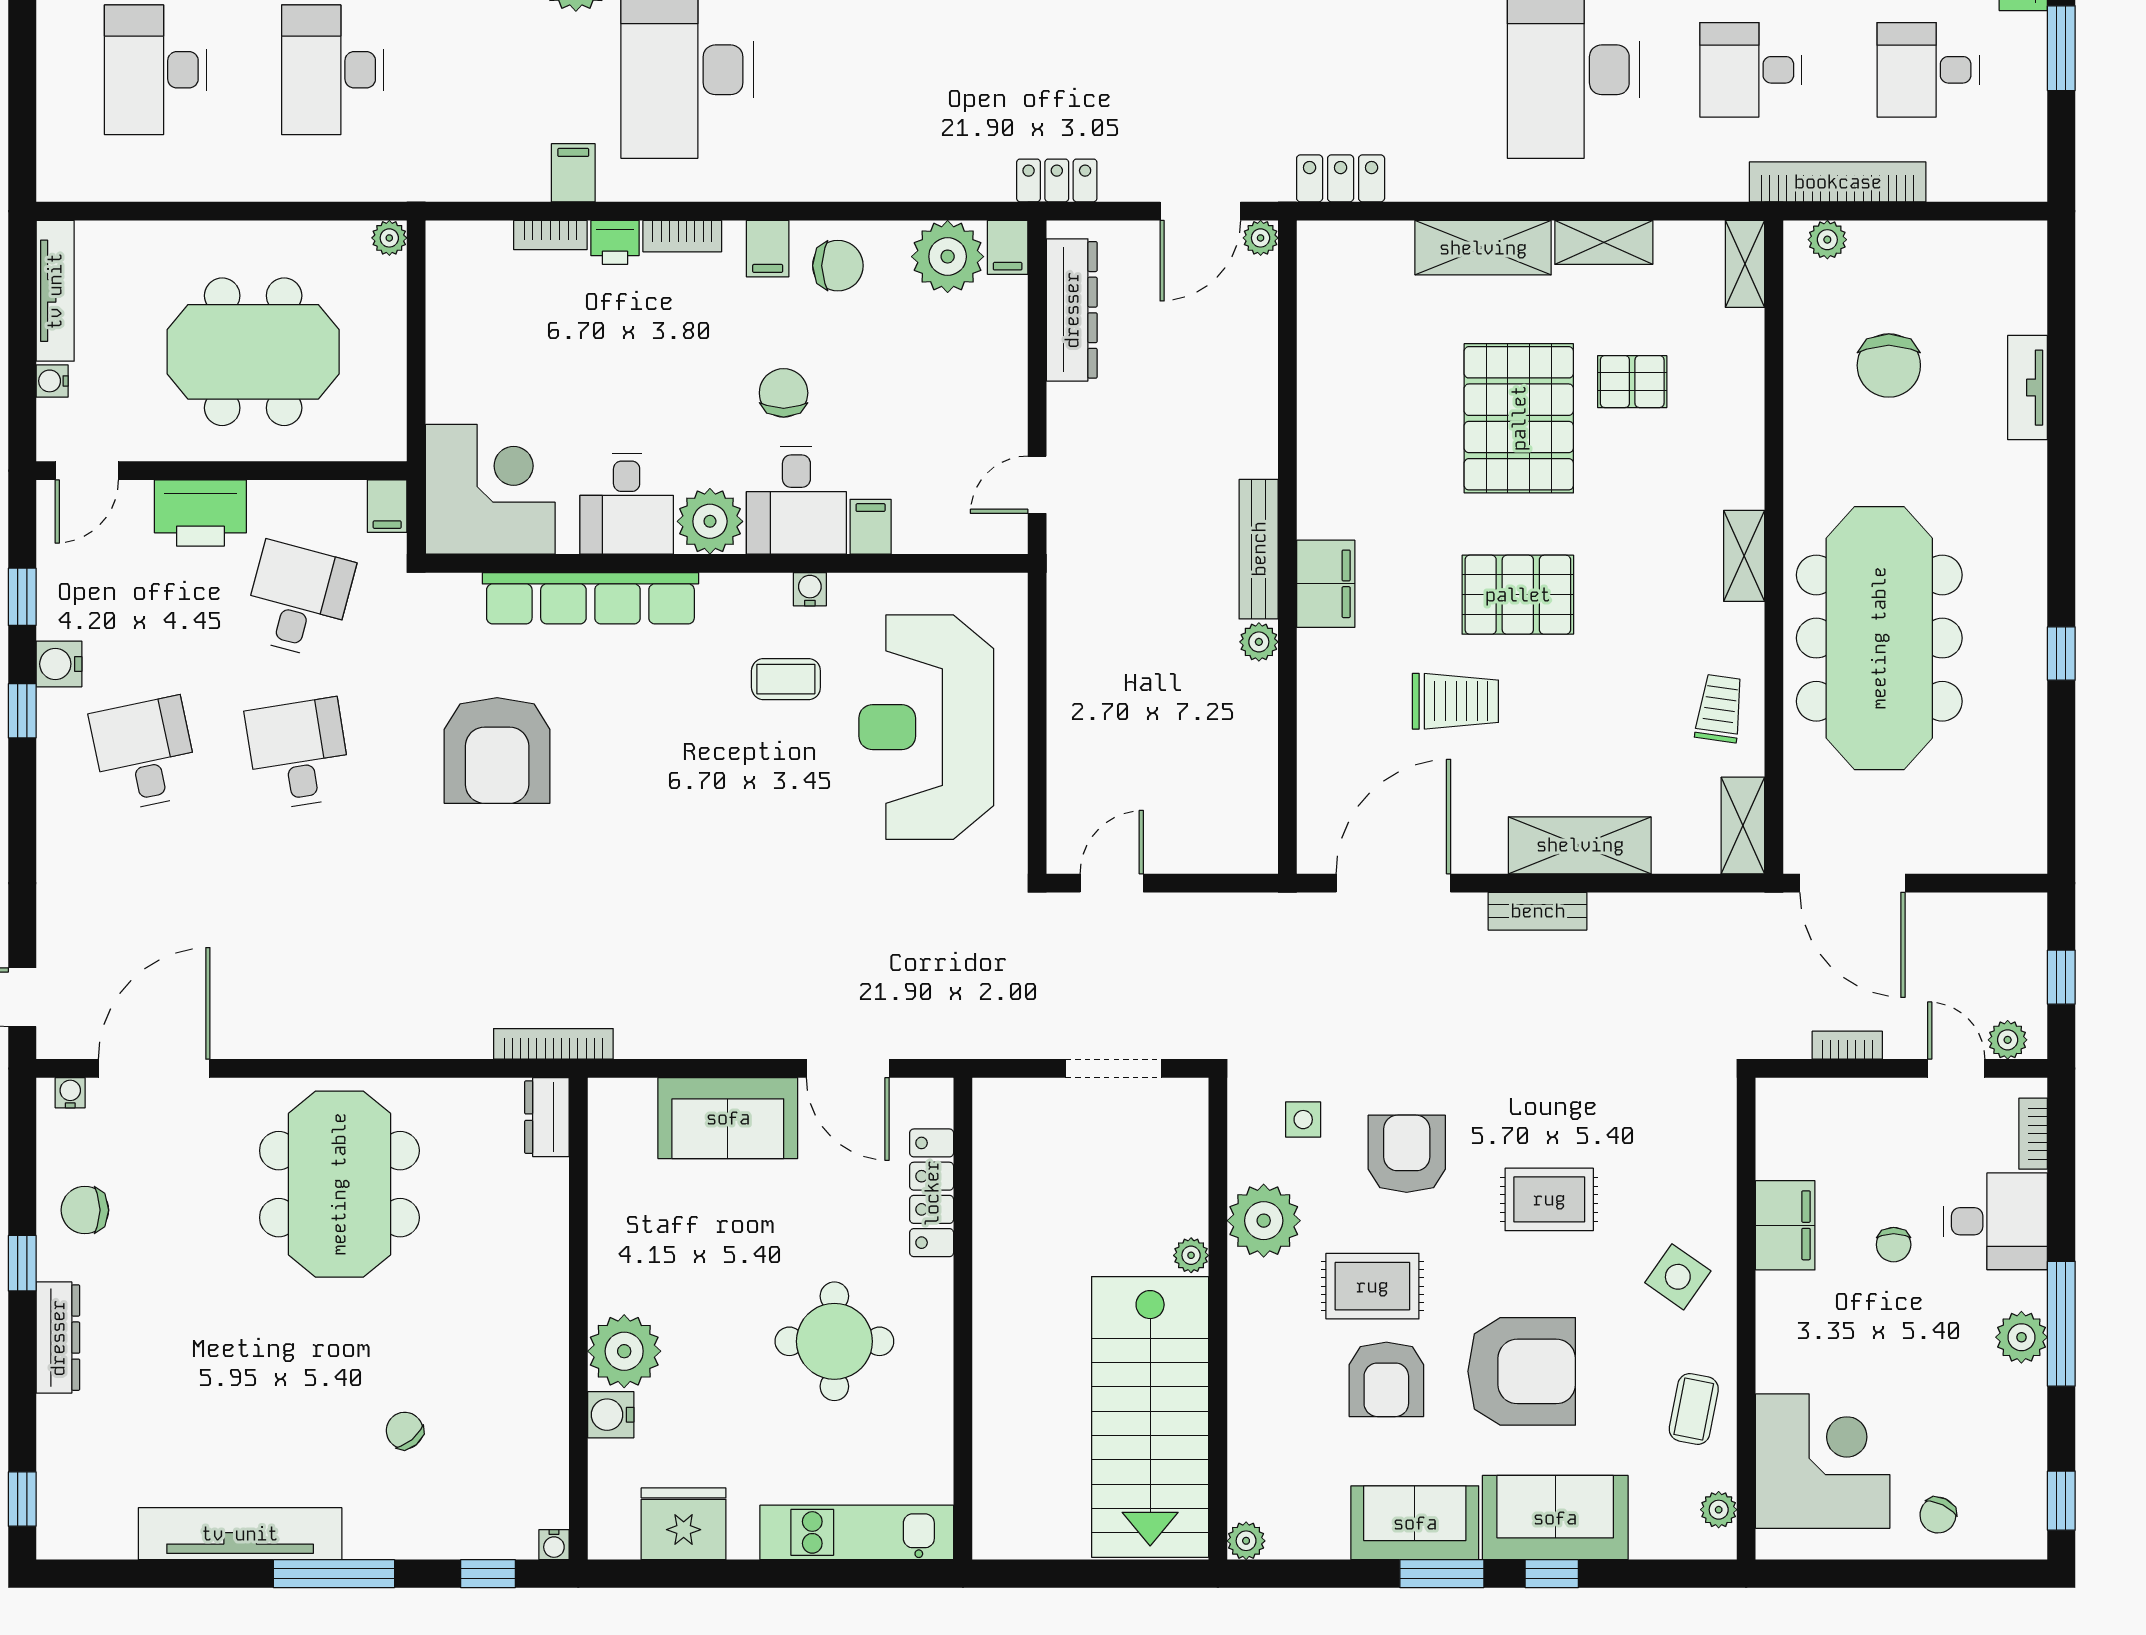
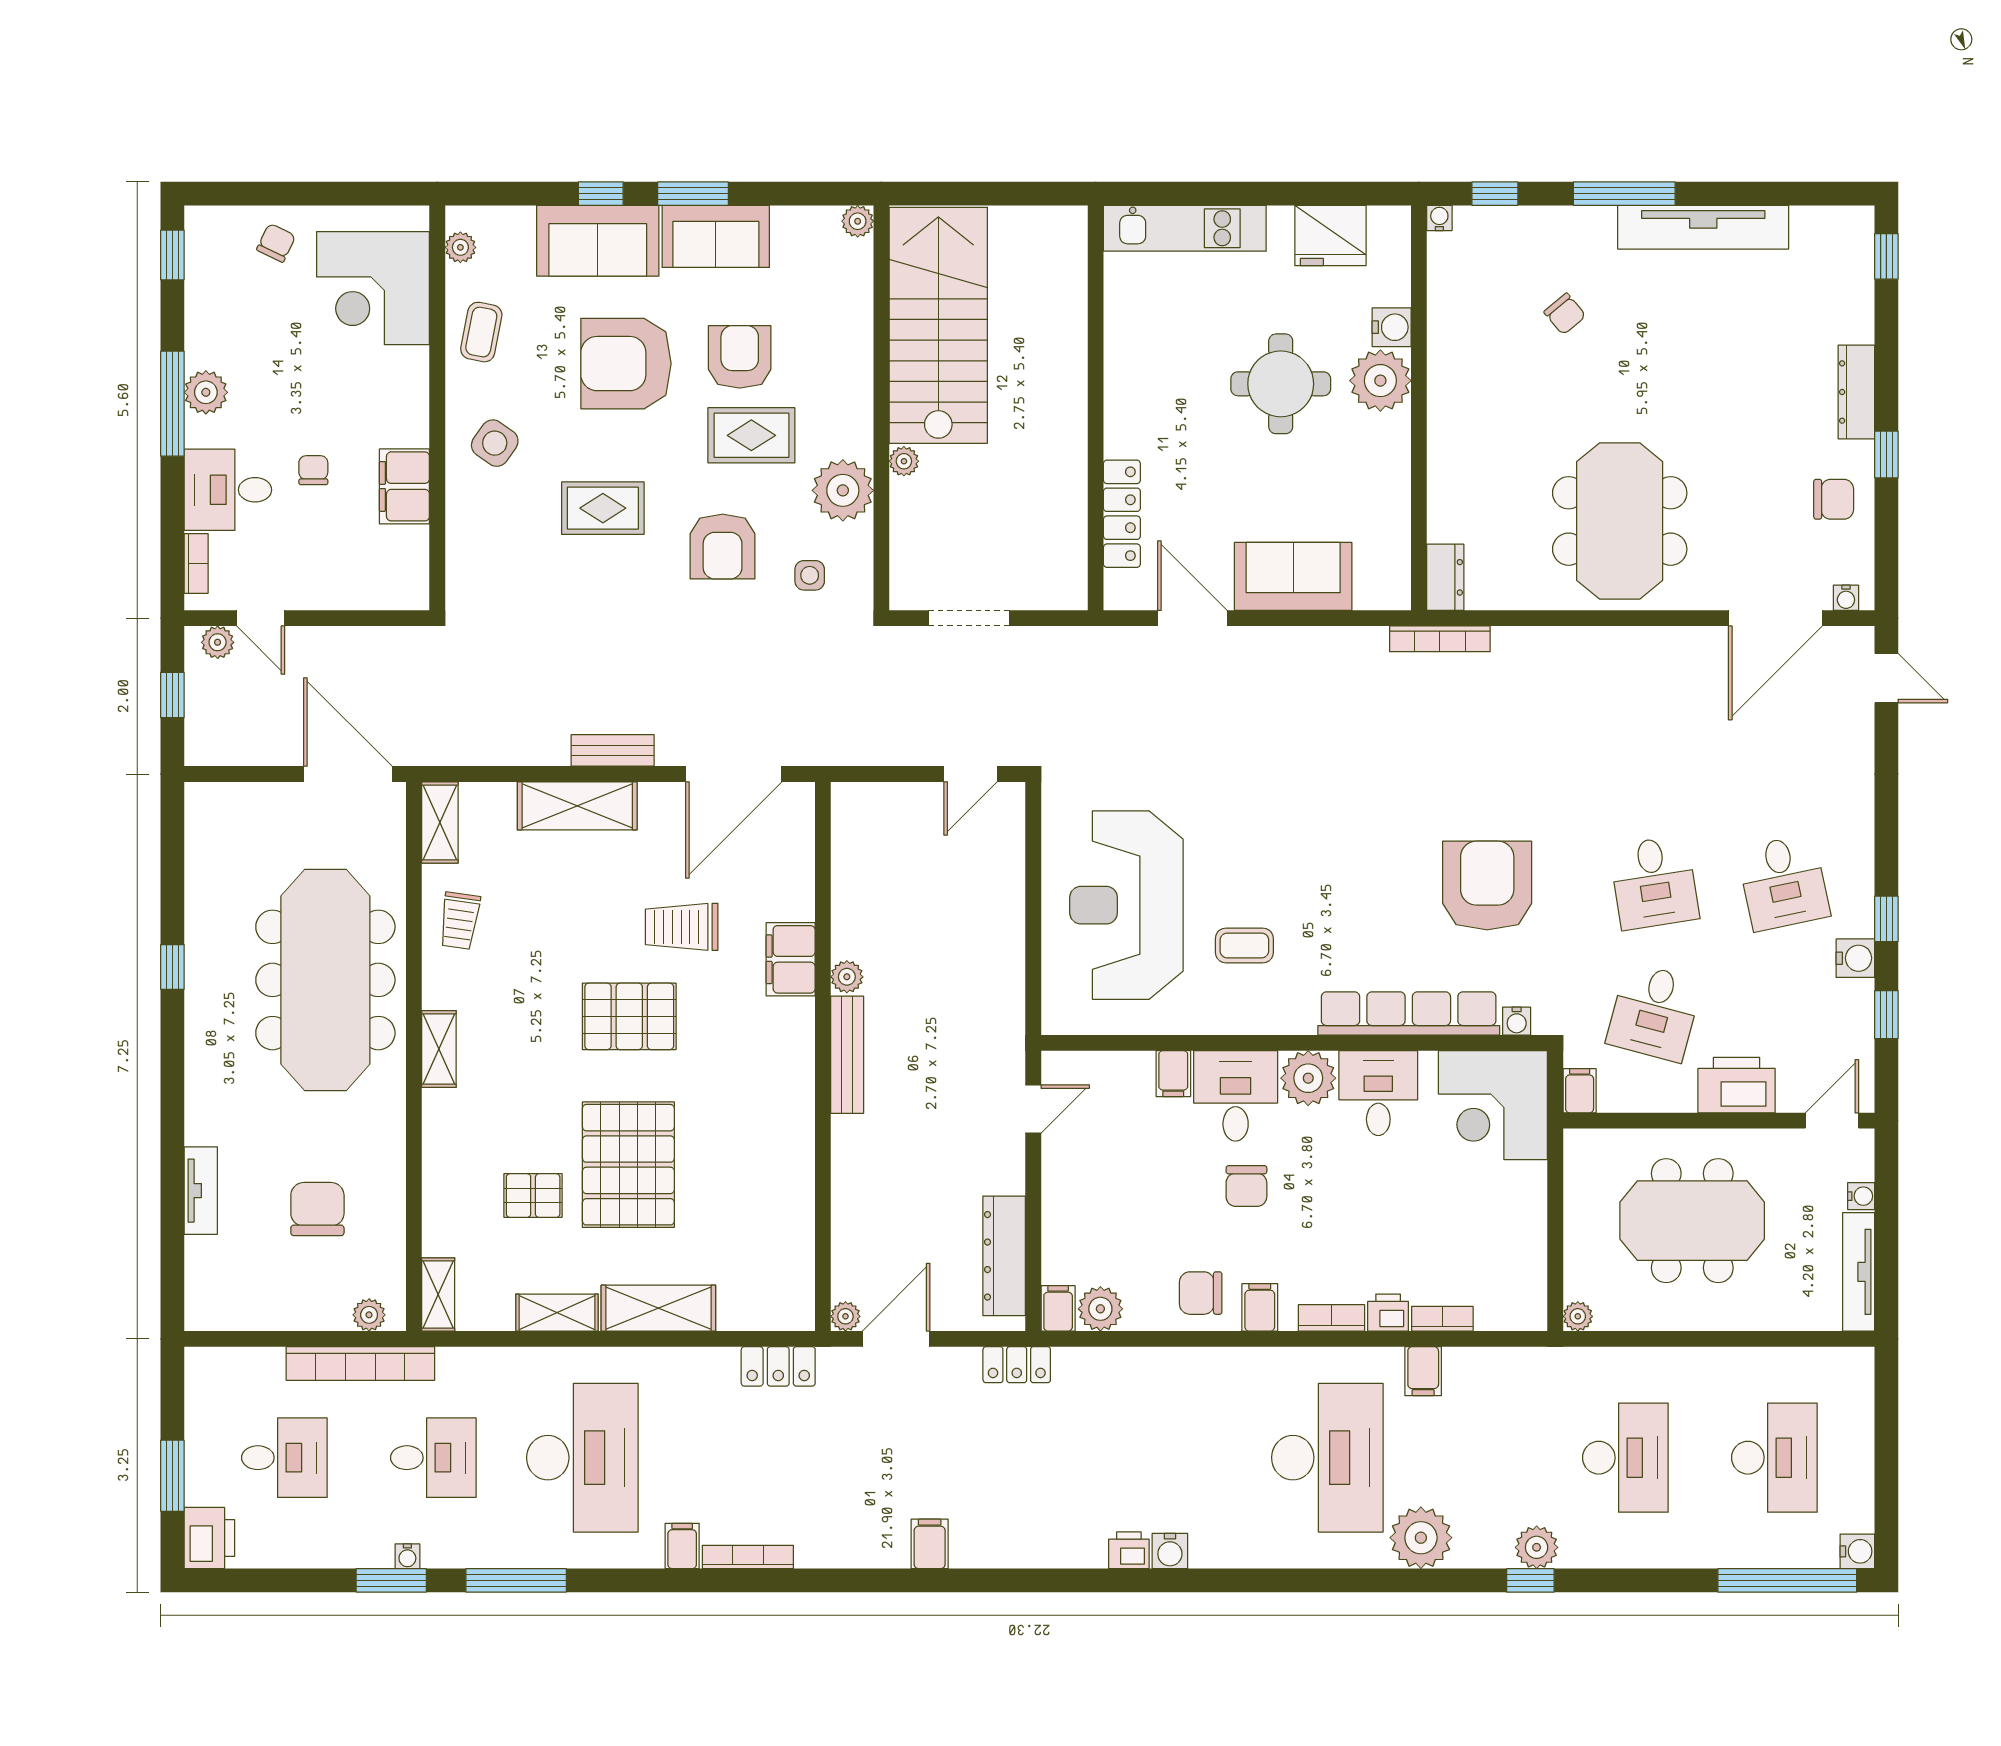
plant: (948, 257) -> (1100, 1309), width x0.73, depth x0.73
filing cabinet: (1326, 584) -> (791, 959), moved
water cooler: (810, 589) -> (1517, 1021), moved
reception desk: (926, 727) -> (1126, 905), turned 180
bookcase: (1847, 1045) -> (352, 638), removed
round table: (834, 1341) -> (1281, 384), moved

